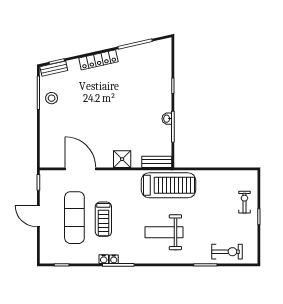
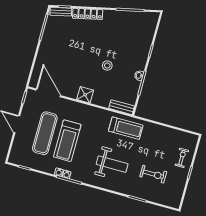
locker: (98, 60) -> (88, 14), moved
stool: (52, 98) -> (107, 66), moved
shower: (122, 159) -> (85, 95), moved
door: (81, 169) -> (48, 93), moved
treadmill: (169, 185) -> (126, 128), width x0.73, depth x0.73
treadmill: (103, 219) -> (67, 141), width x1.37, depth x1.38
weight bench: (164, 232) -> (112, 164), turned 180
exercise bike: (227, 252) -> (153, 174), moved

